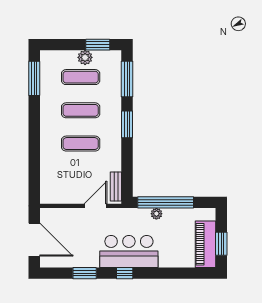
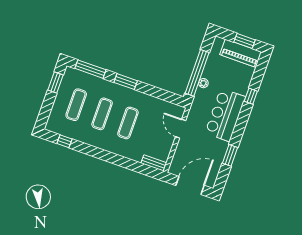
plant: (85, 57) -> (62, 96), removed
window: (34, 78) -> (64, 141), width x0.46
bench: (116, 186) -> (154, 163), moved
window: (125, 273) -> (251, 96), moved

